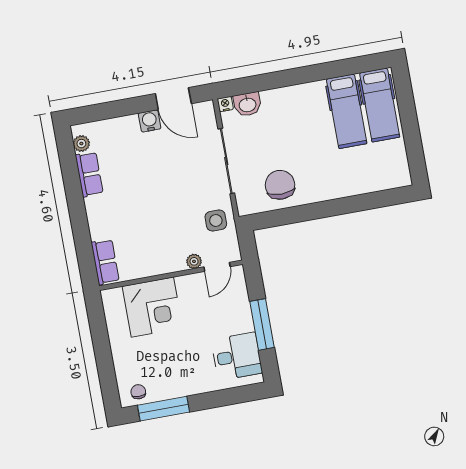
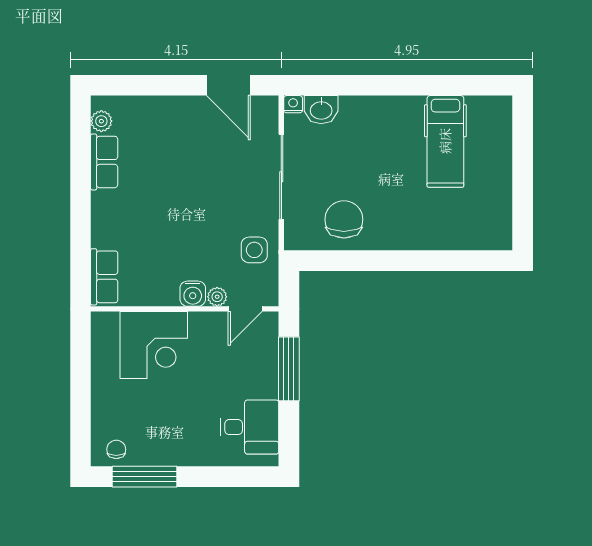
hospital bed: (380, 105) -> (489, 141), removed
water cooler: (150, 121) -> (193, 294), moved, turned 180
window: (262, 324) -> (289, 369), moved

